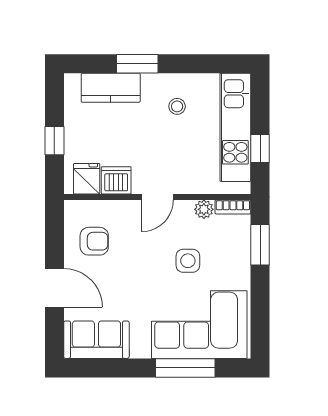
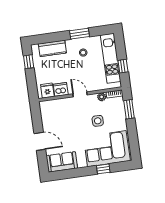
window: (137, 64) -> (79, 34), moved
window: (54, 141) -> (29, 62), moved
door: (157, 197) -> (80, 94), swing flipped
armchair: (94, 241) -> (55, 118), removed
window: (185, 368) -> (103, 169), width x0.46

